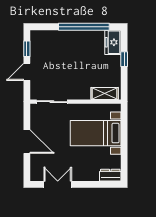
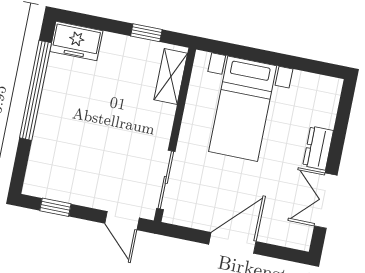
window: (124, 59) -> (146, 33), moved
door: (27, 72) -> (122, 221), moved
dresser: (110, 175) -> (318, 148), moved

